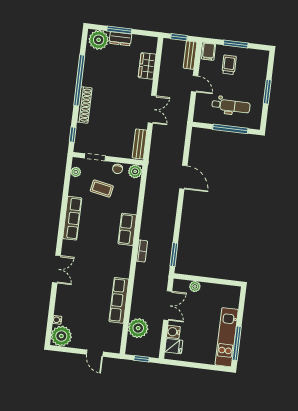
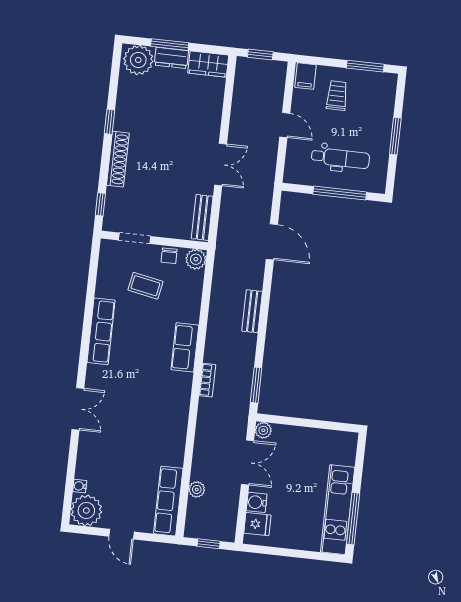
window: (236, 44) -> (365, 66), moved
bench: (190, 55) -> (252, 311), moved
wardrobe: (147, 66) -> (208, 64), moved, turned -90
window: (79, 80) -> (110, 122), width x0.32
plant: (76, 172) -> (106, 261), removed
door: (183, 177) -> (272, 242), moved
plant: (195, 286) -> (263, 430), moved
row of seats: (119, 300) -> (168, 501), moved
plant: (138, 328) -> (197, 489), width x0.53, depth x0.53
door: (95, 353) -> (121, 534), moved

